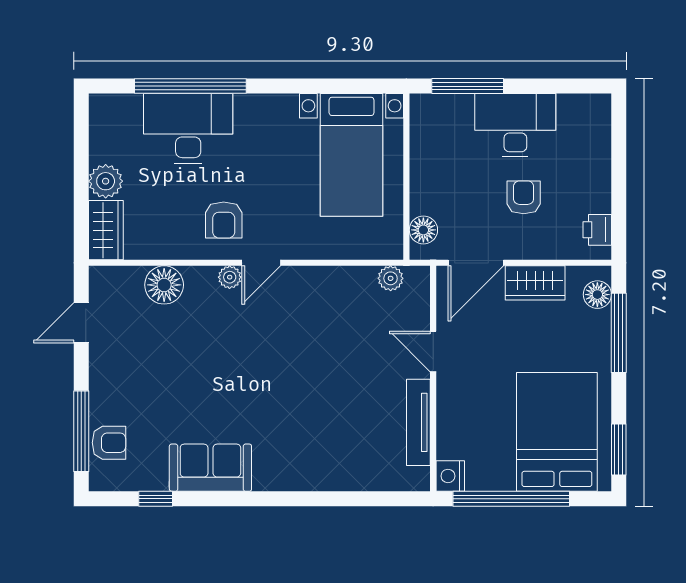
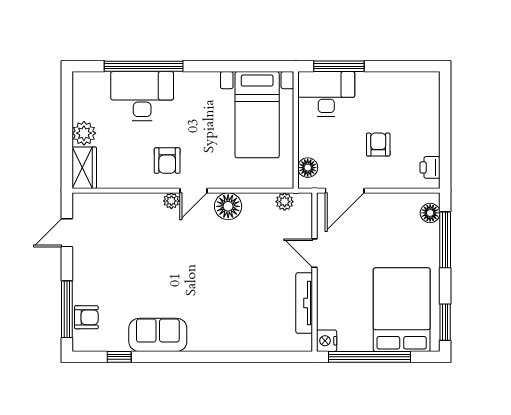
desk: (515, 125) -> (326, 94), moved
wardrobe: (535, 283) -> (386, 205), removed
floor lamp: (164, 285) -> (228, 206), moved

